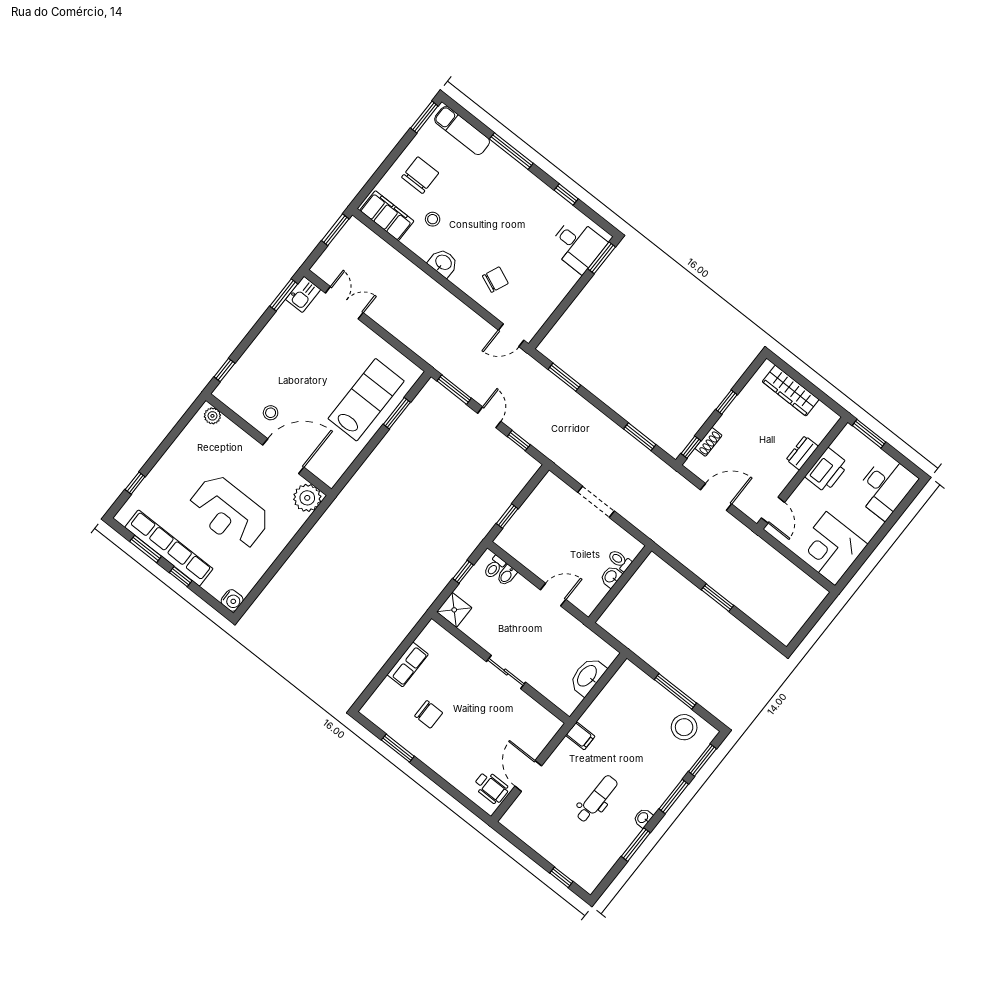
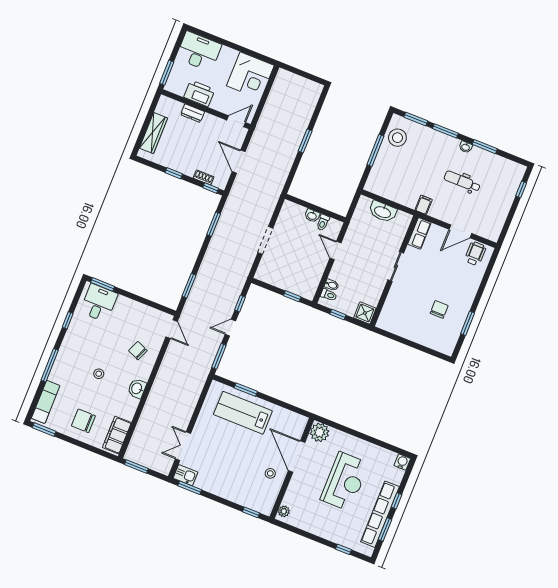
stool: (433, 219) -> (99, 374), moved
toilet: (620, 560) -> (323, 222), moved
row of seats: (408, 665) -> (419, 233), moved, turned 90

